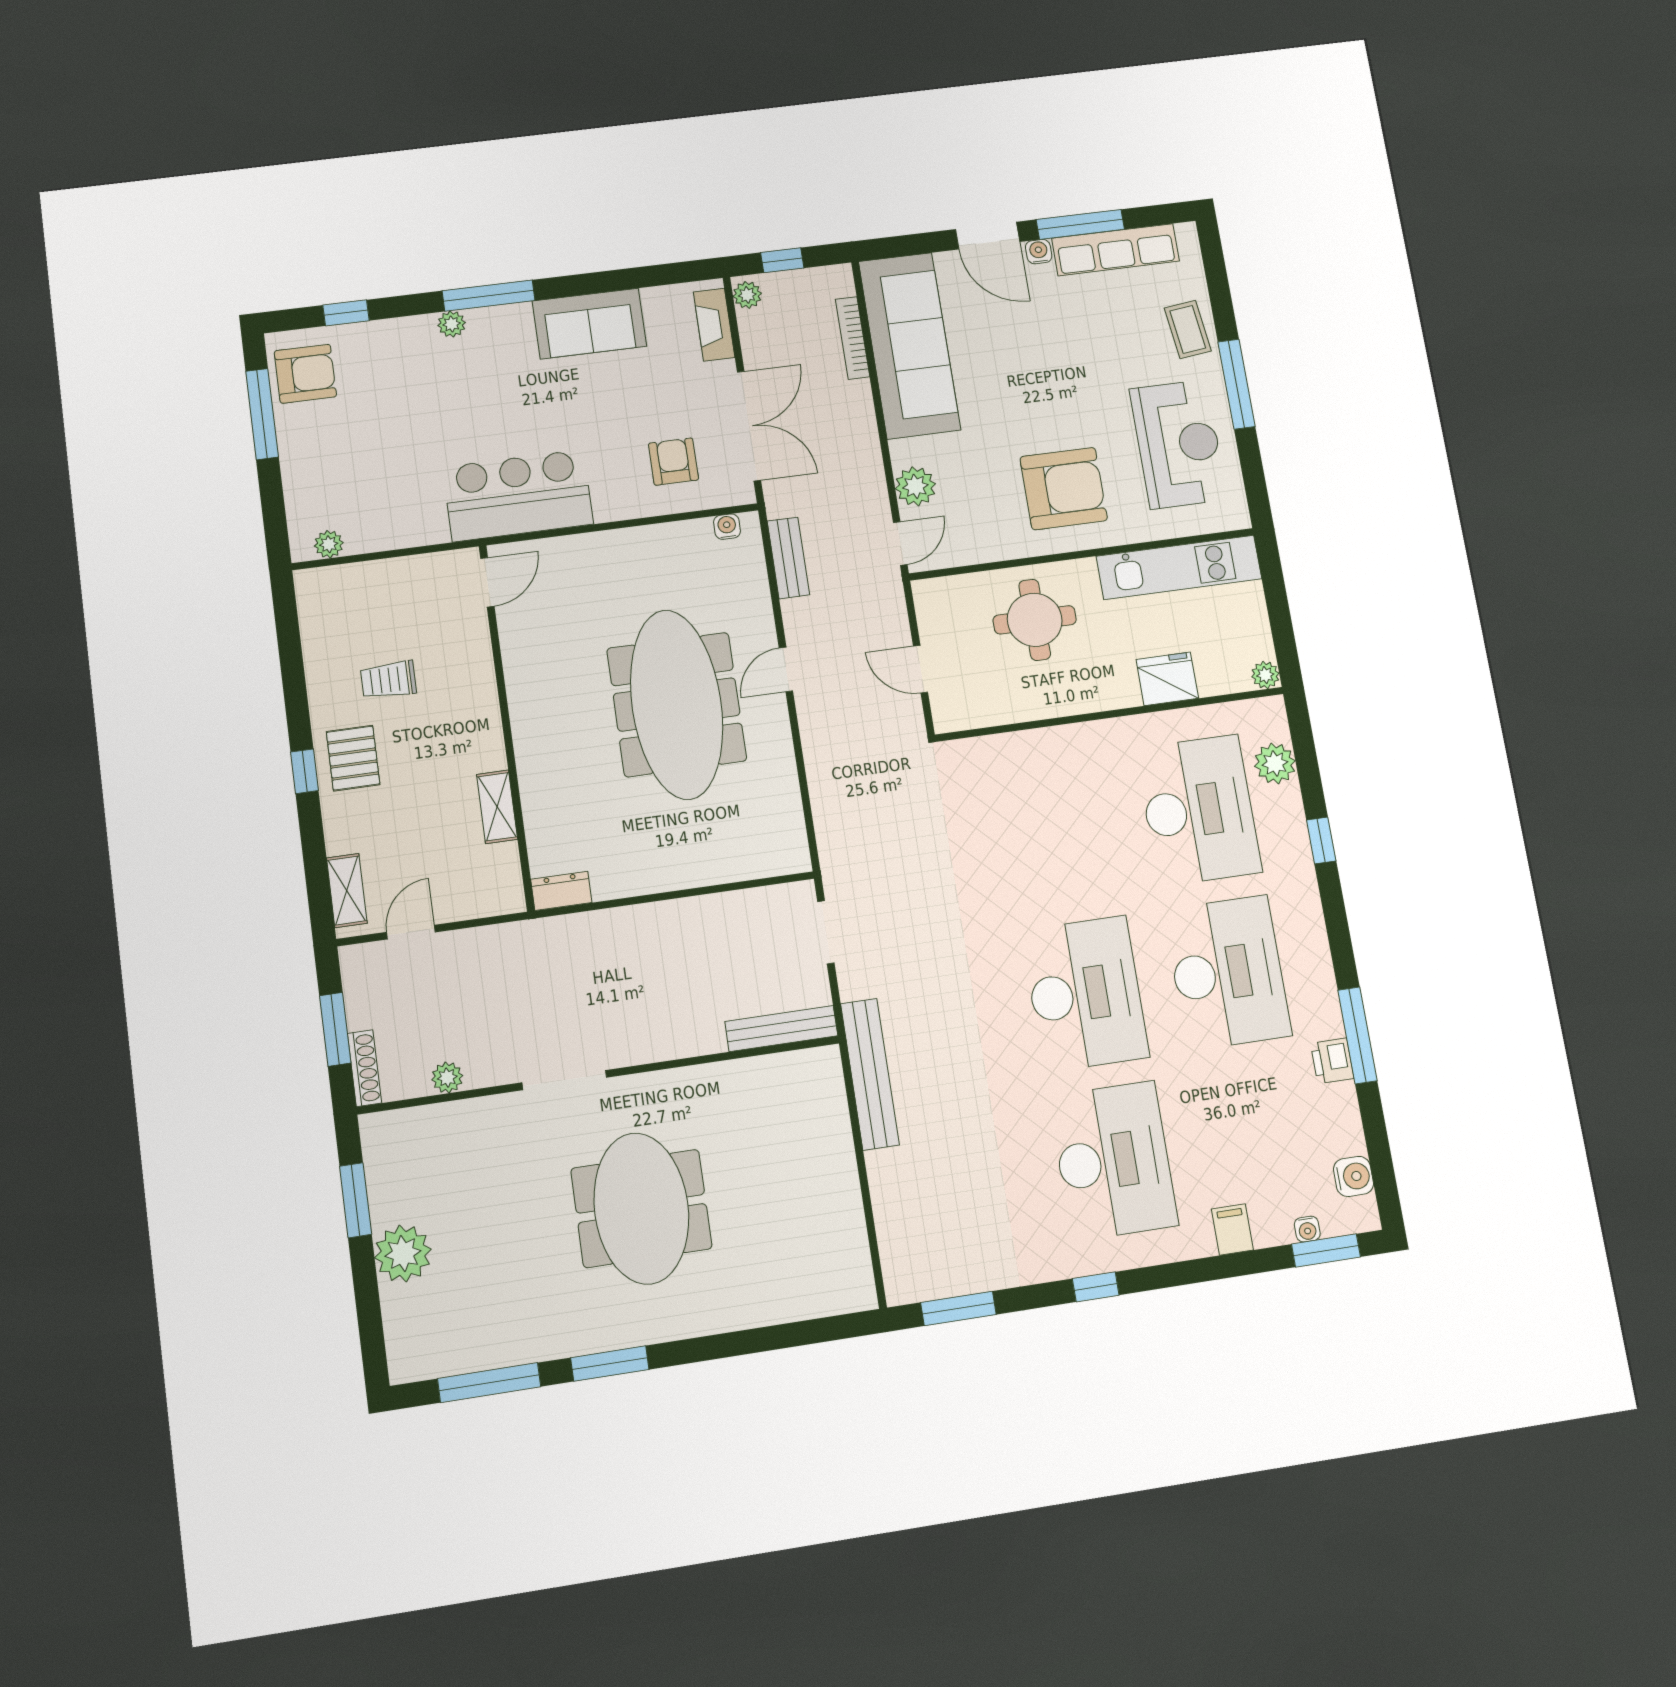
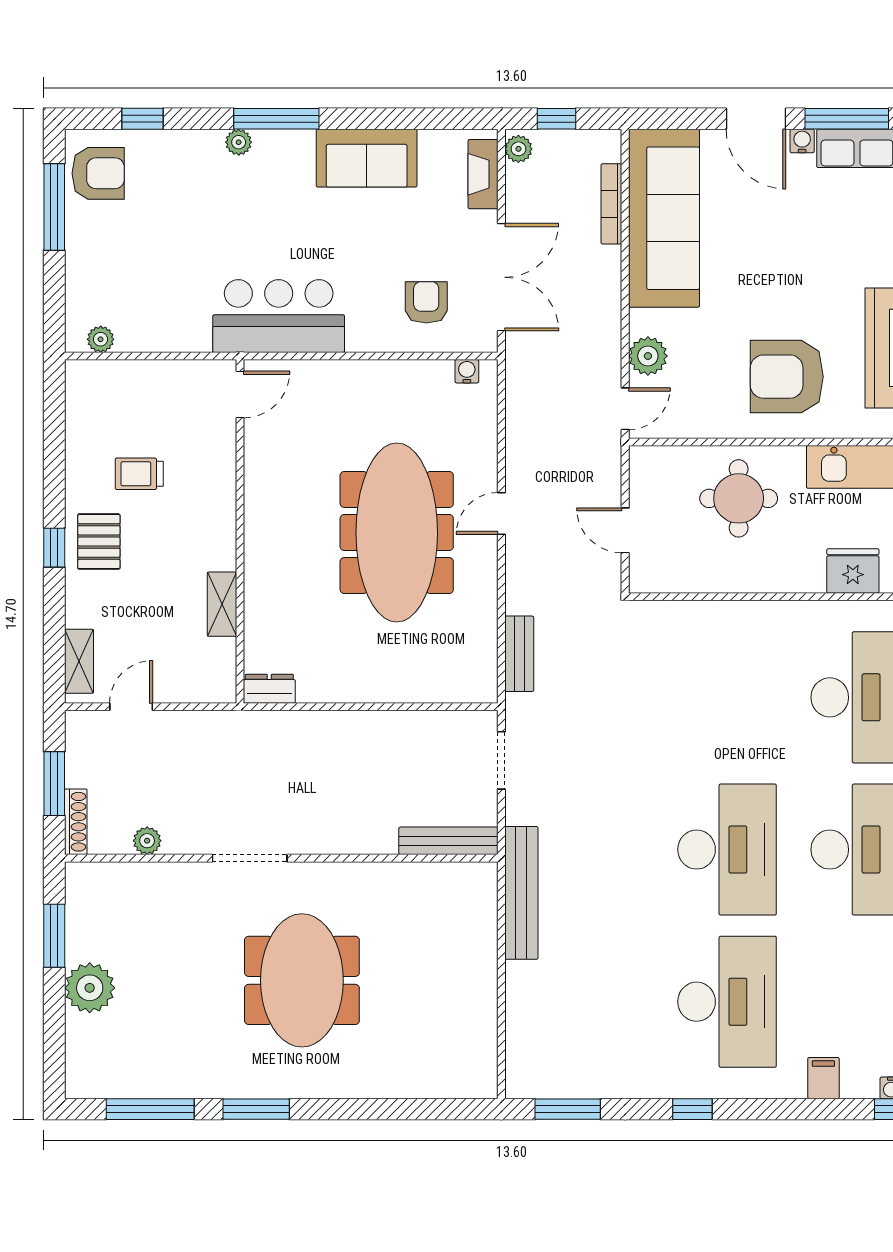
armchair: (1064, 489) -> (787, 377), turned 180
bench: (788, 558) -> (519, 654), moved

